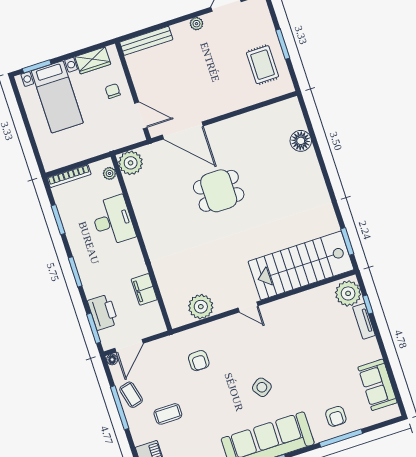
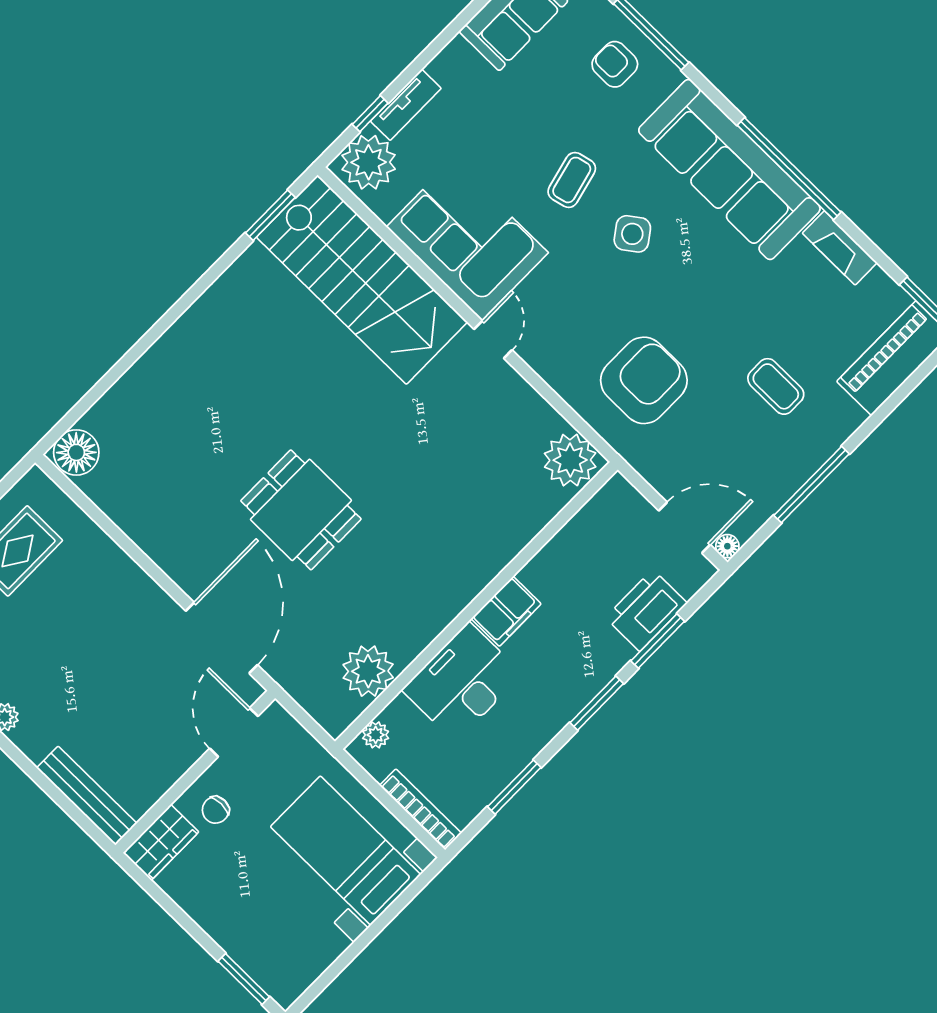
wardrobe: (93, 60) -> (161, 842), moved, turned 90
bed with nightstands: (57, 97) -> (346, 851), moved, turned -90
floor lamp: (301, 141) -> (76, 452), moved
plant: (131, 163) -> (368, 671), moved
filing cabinet: (144, 289) -> (506, 611), moved
plant: (201, 307) -> (570, 460), moved
corner sofa: (295, 318) -> (467, 240), added
window: (94, 328) -> (658, 641), moved
armchair: (199, 361) -> (644, 380), width x1.88, depth x1.88
coffee table: (131, 395) -> (572, 180), moved
armchair: (336, 416) -> (615, 64), turned -90

